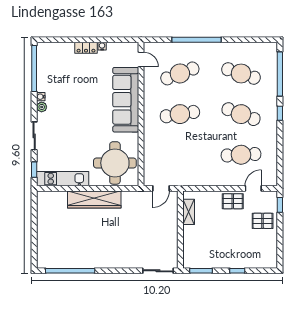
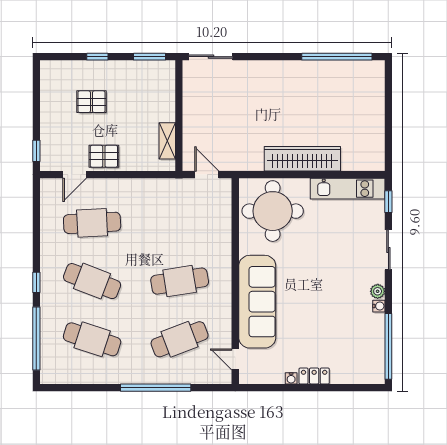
door: (161, 188) -> (207, 175), hinge flipped
pallet: (263, 221) -> (91, 102), moved

